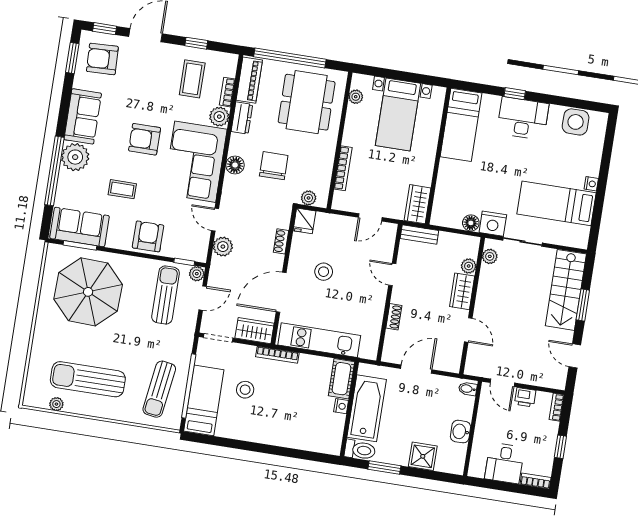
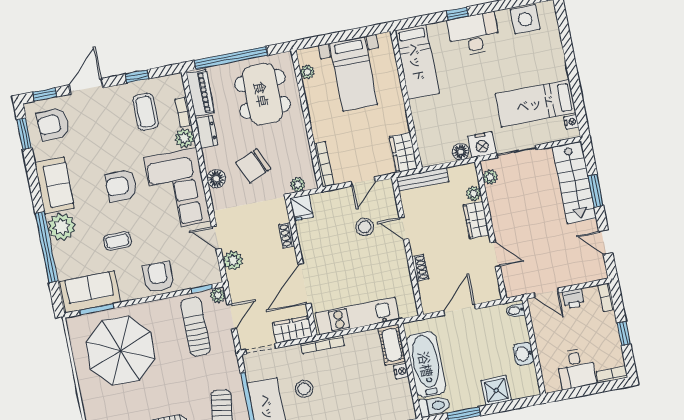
chair: (274, 166) -> (253, 166), turned -114
bookcase: (343, 168) -> (324, 164), moved
nightstand: (591, 184) -> (571, 122), moved
bench: (419, 235) -> (422, 179), width x1.36
stool: (324, 272) -> (365, 227), moved

